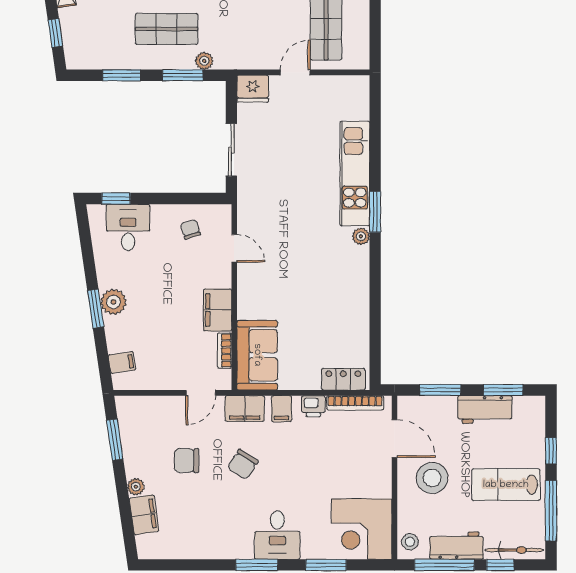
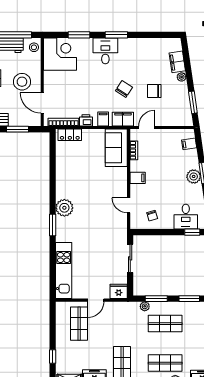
kitchen unit: (355, 173) -> (64, 270), moved
plant: (361, 236) -> (64, 208), width x1.88, depth x1.88
filing cabinet: (218, 310) -> (138, 178), width x0.50
chair: (187, 461) -> (154, 91), turned 180

